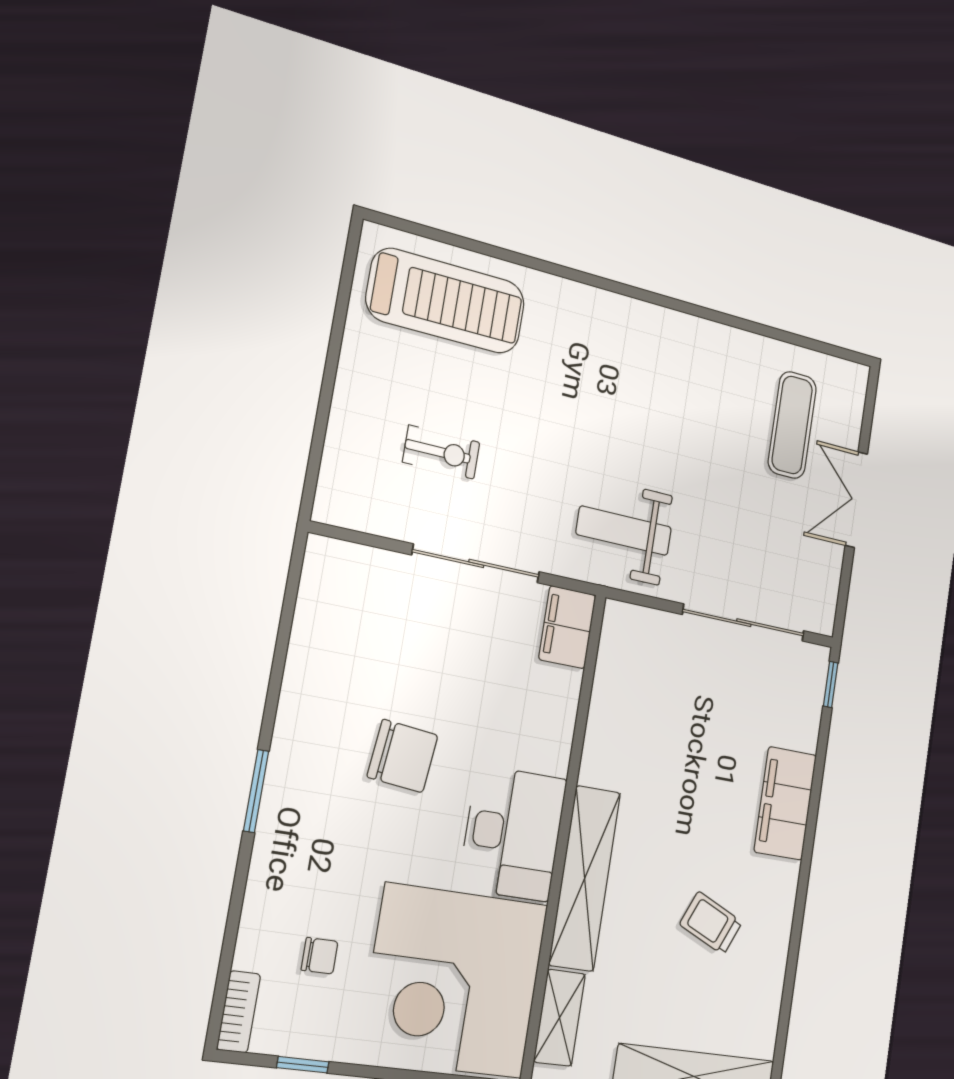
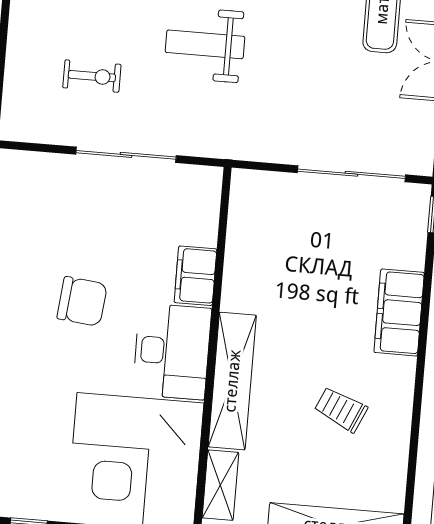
weight bench: (624, 531) -> (205, 44), moved
filing cabinet: (567, 627) -> (195, 276), moved
chair: (320, 956) -> (34, 447), removed

